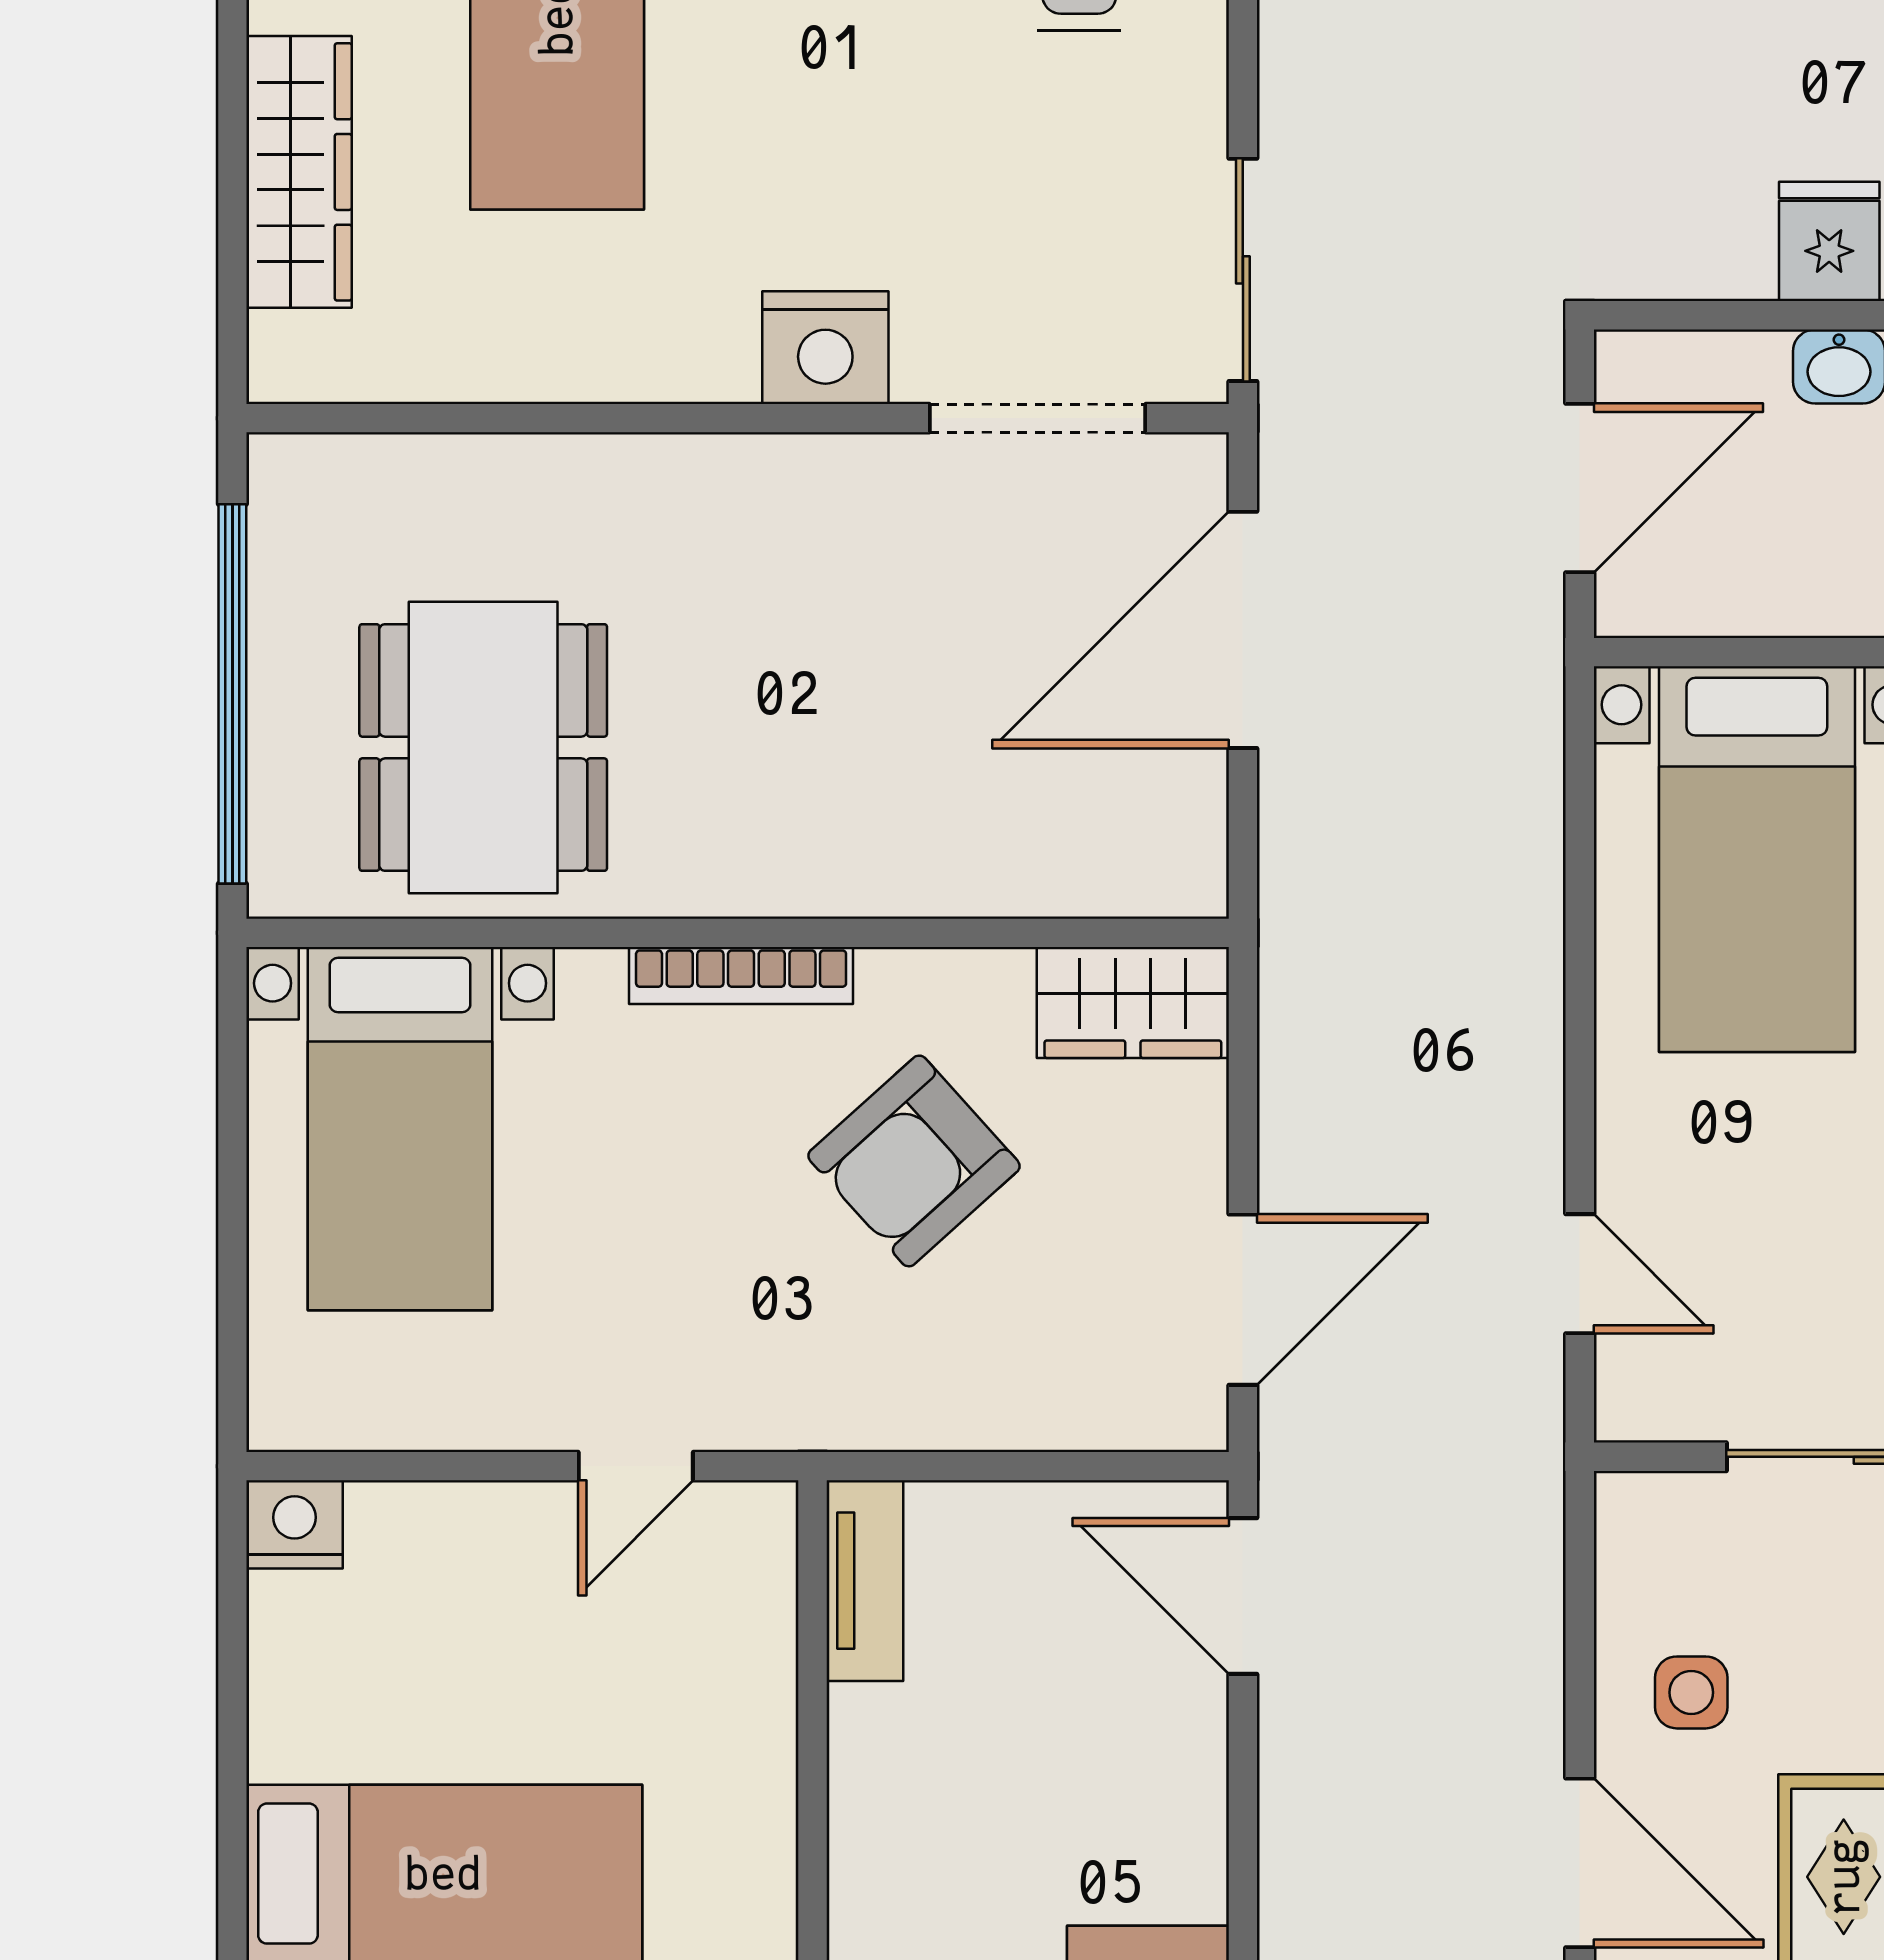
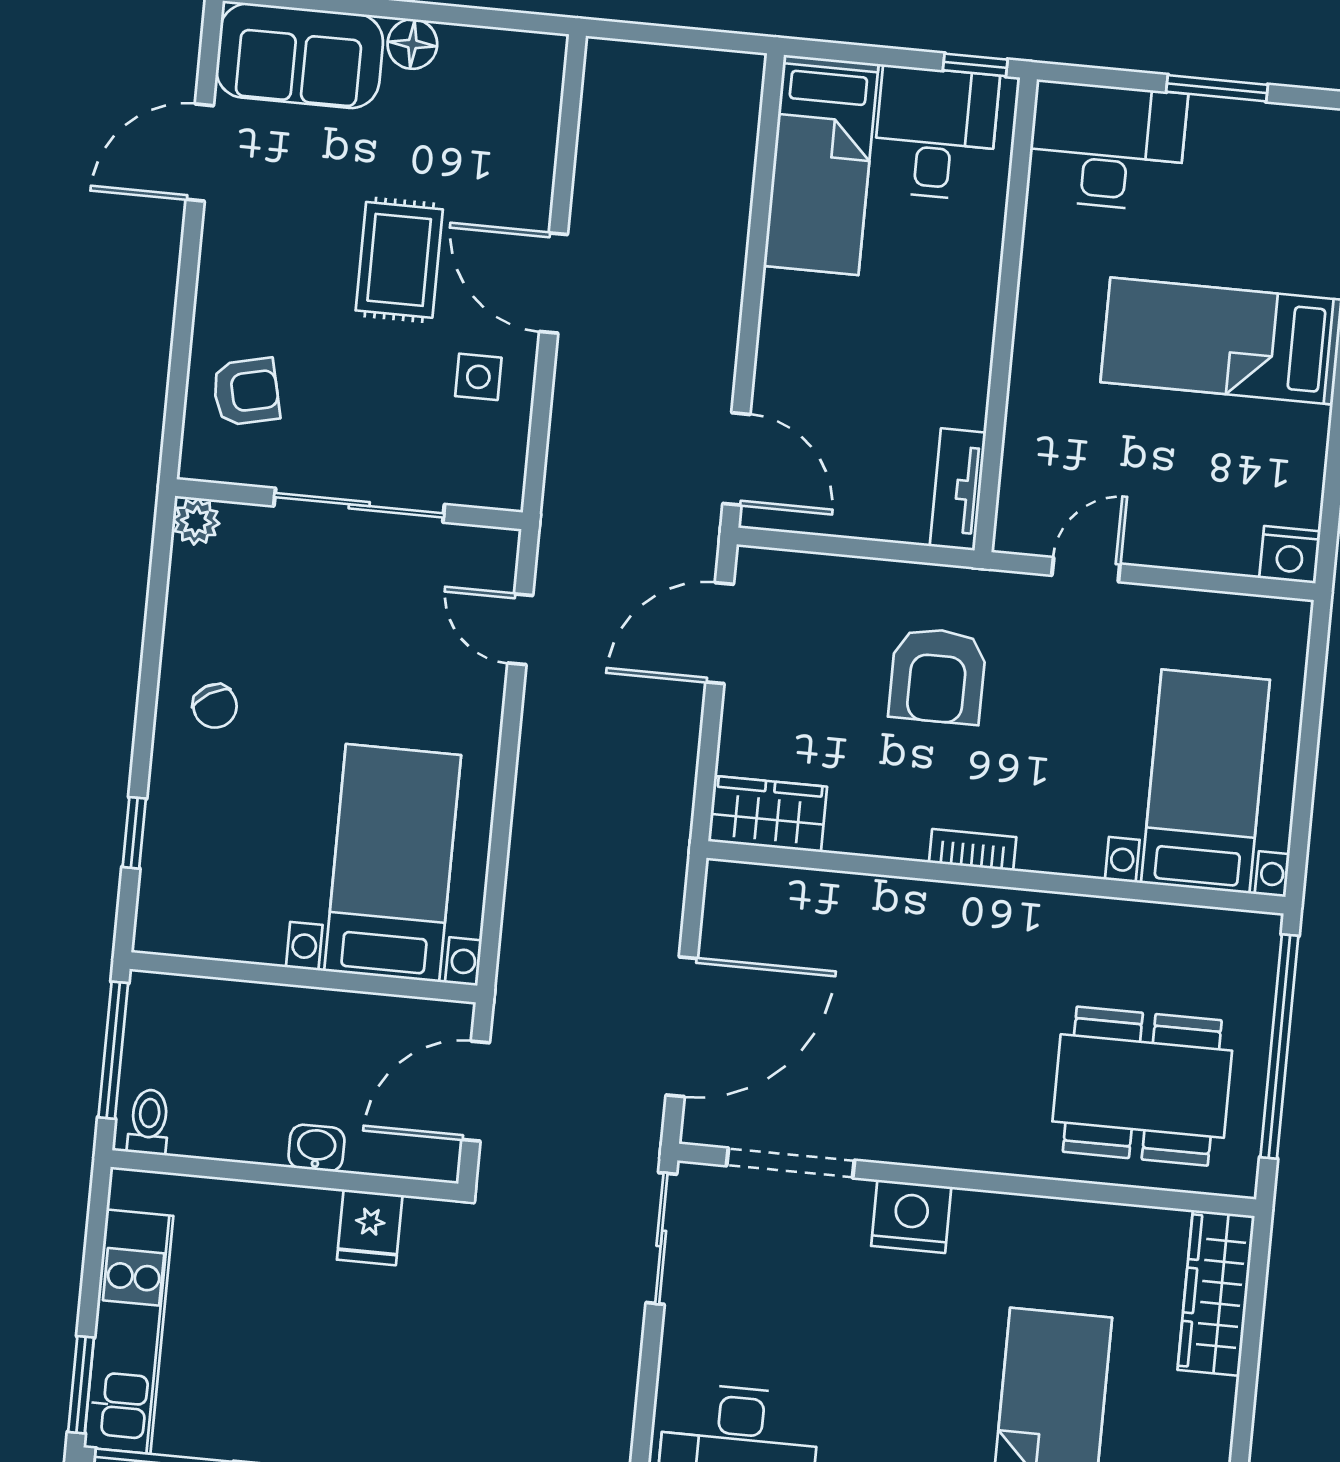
wardrobe: (299, 172) -> (1216, 1293), moved
fridge: (1829, 241) -> (370, 1227), moved
dining table: (483, 747) -> (1142, 1086), moved, turned 90
bookcase: (741, 975) -> (973, 850), width x0.64
armchair: (914, 1161) -> (937, 676), moved, turned 132

